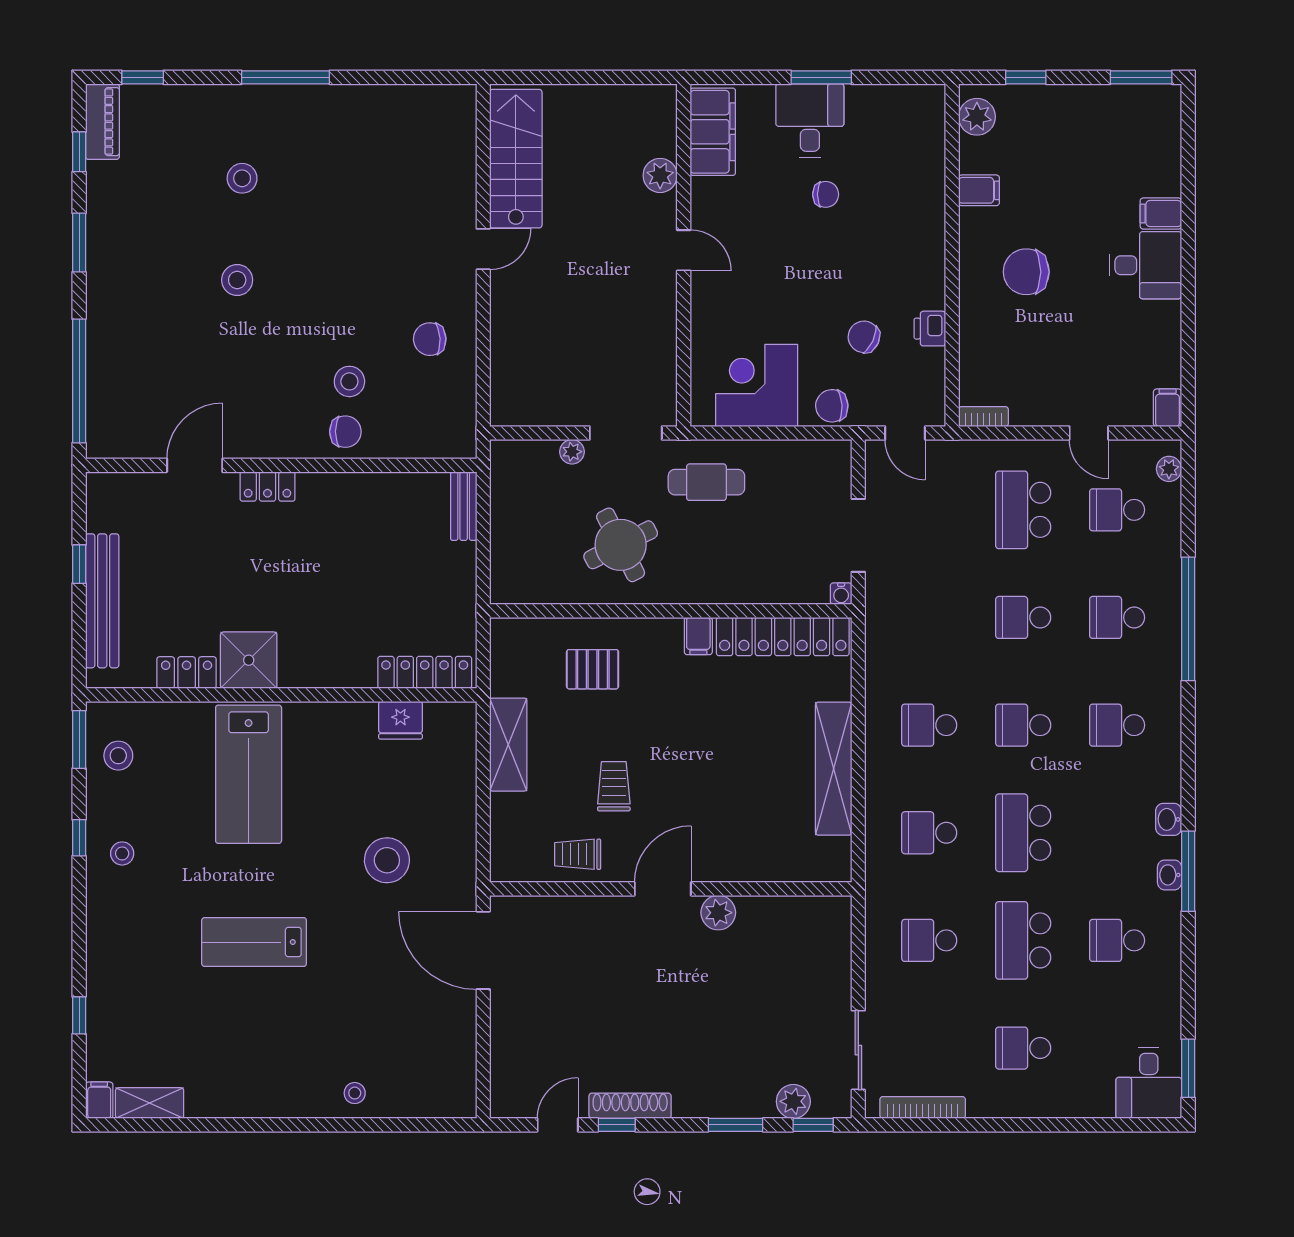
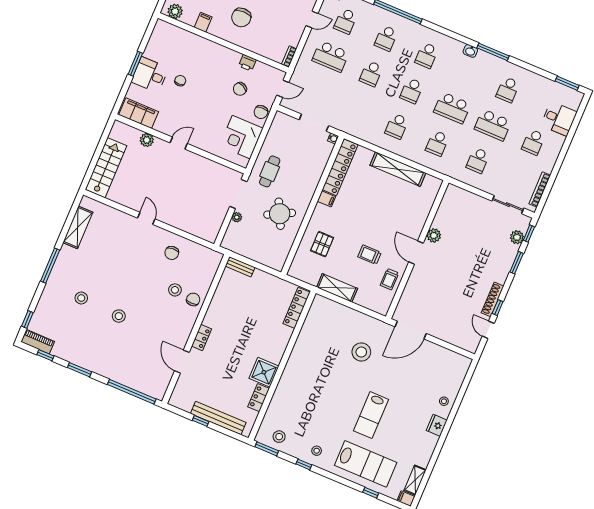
shelving: (398, 103) -> (78, 227), added
stairs: (516, 159) -> (106, 168), moved, turned 90
fridge: (400, 720) -> (437, 425), moved, turned 180
lab bench: (249, 774) -> (366, 464), moved
washbasin: (1170, 875) -> (491, 59), removed
desk: (1149, 1083) -> (559, 119), moved

